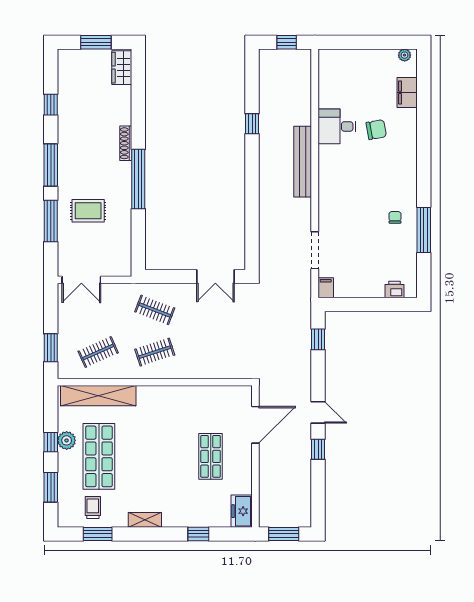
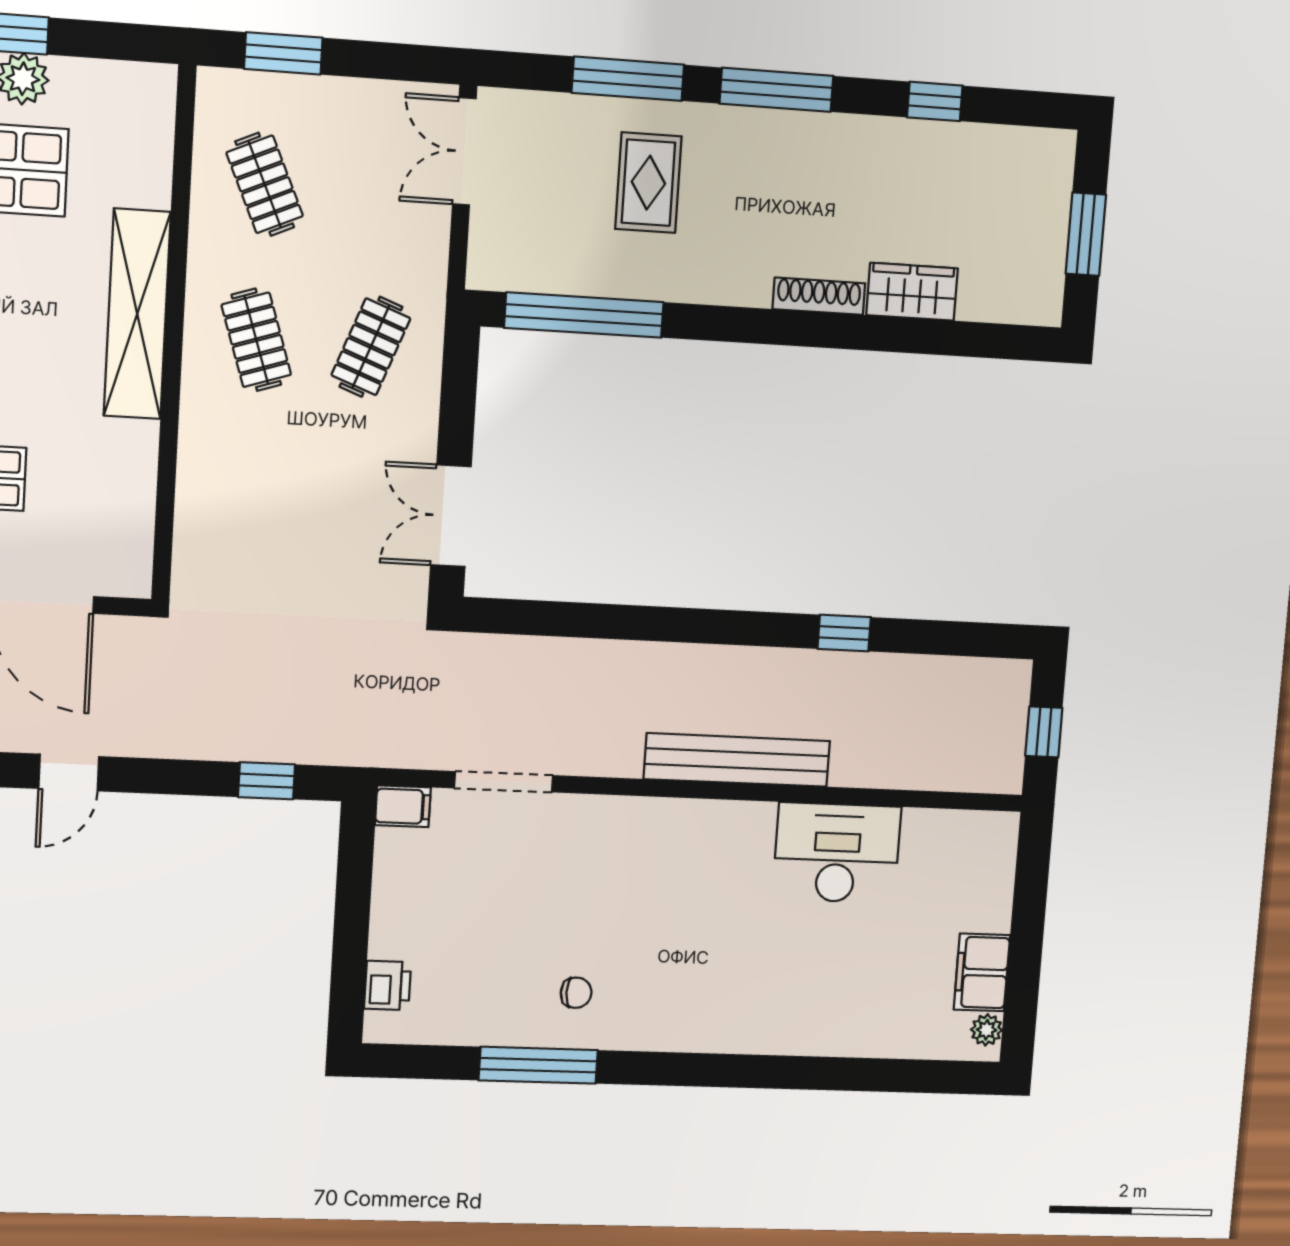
wardrobe: (122, 68) -> (912, 292), moved
filing cabinet: (407, 92) -> (982, 972), moved, turned -90
desk: (337, 126) -> (837, 853), width x1.37
chair: (376, 130) -> (805, 952), removed
window: (138, 179) -> (584, 315), moved
shelving: (98, 396) -> (137, 314), moved

